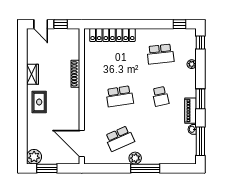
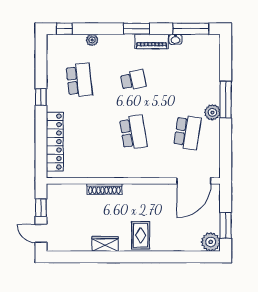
door: (41, 24) -> (41, 233), swing flipped
window: (180, 24) -> (41, 97), moved
rug: (39, 102) -> (141, 235), turned 90
school desk: (120, 139) -> (187, 132), turned 33

